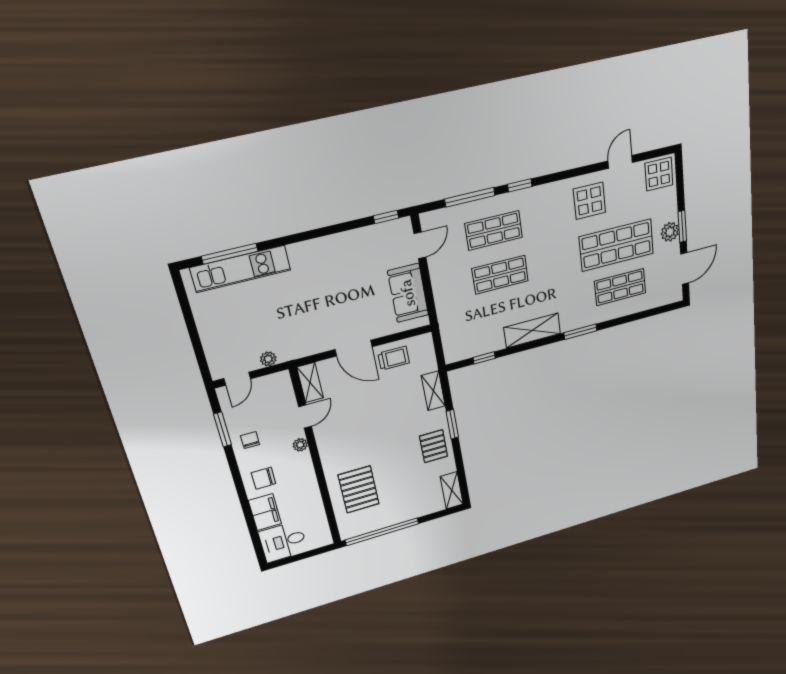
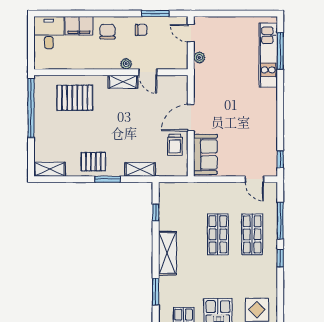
sofa: (408, 293) -> (205, 154), moved, turned 90
shelving: (310, 383) -> (123, 82), moved

